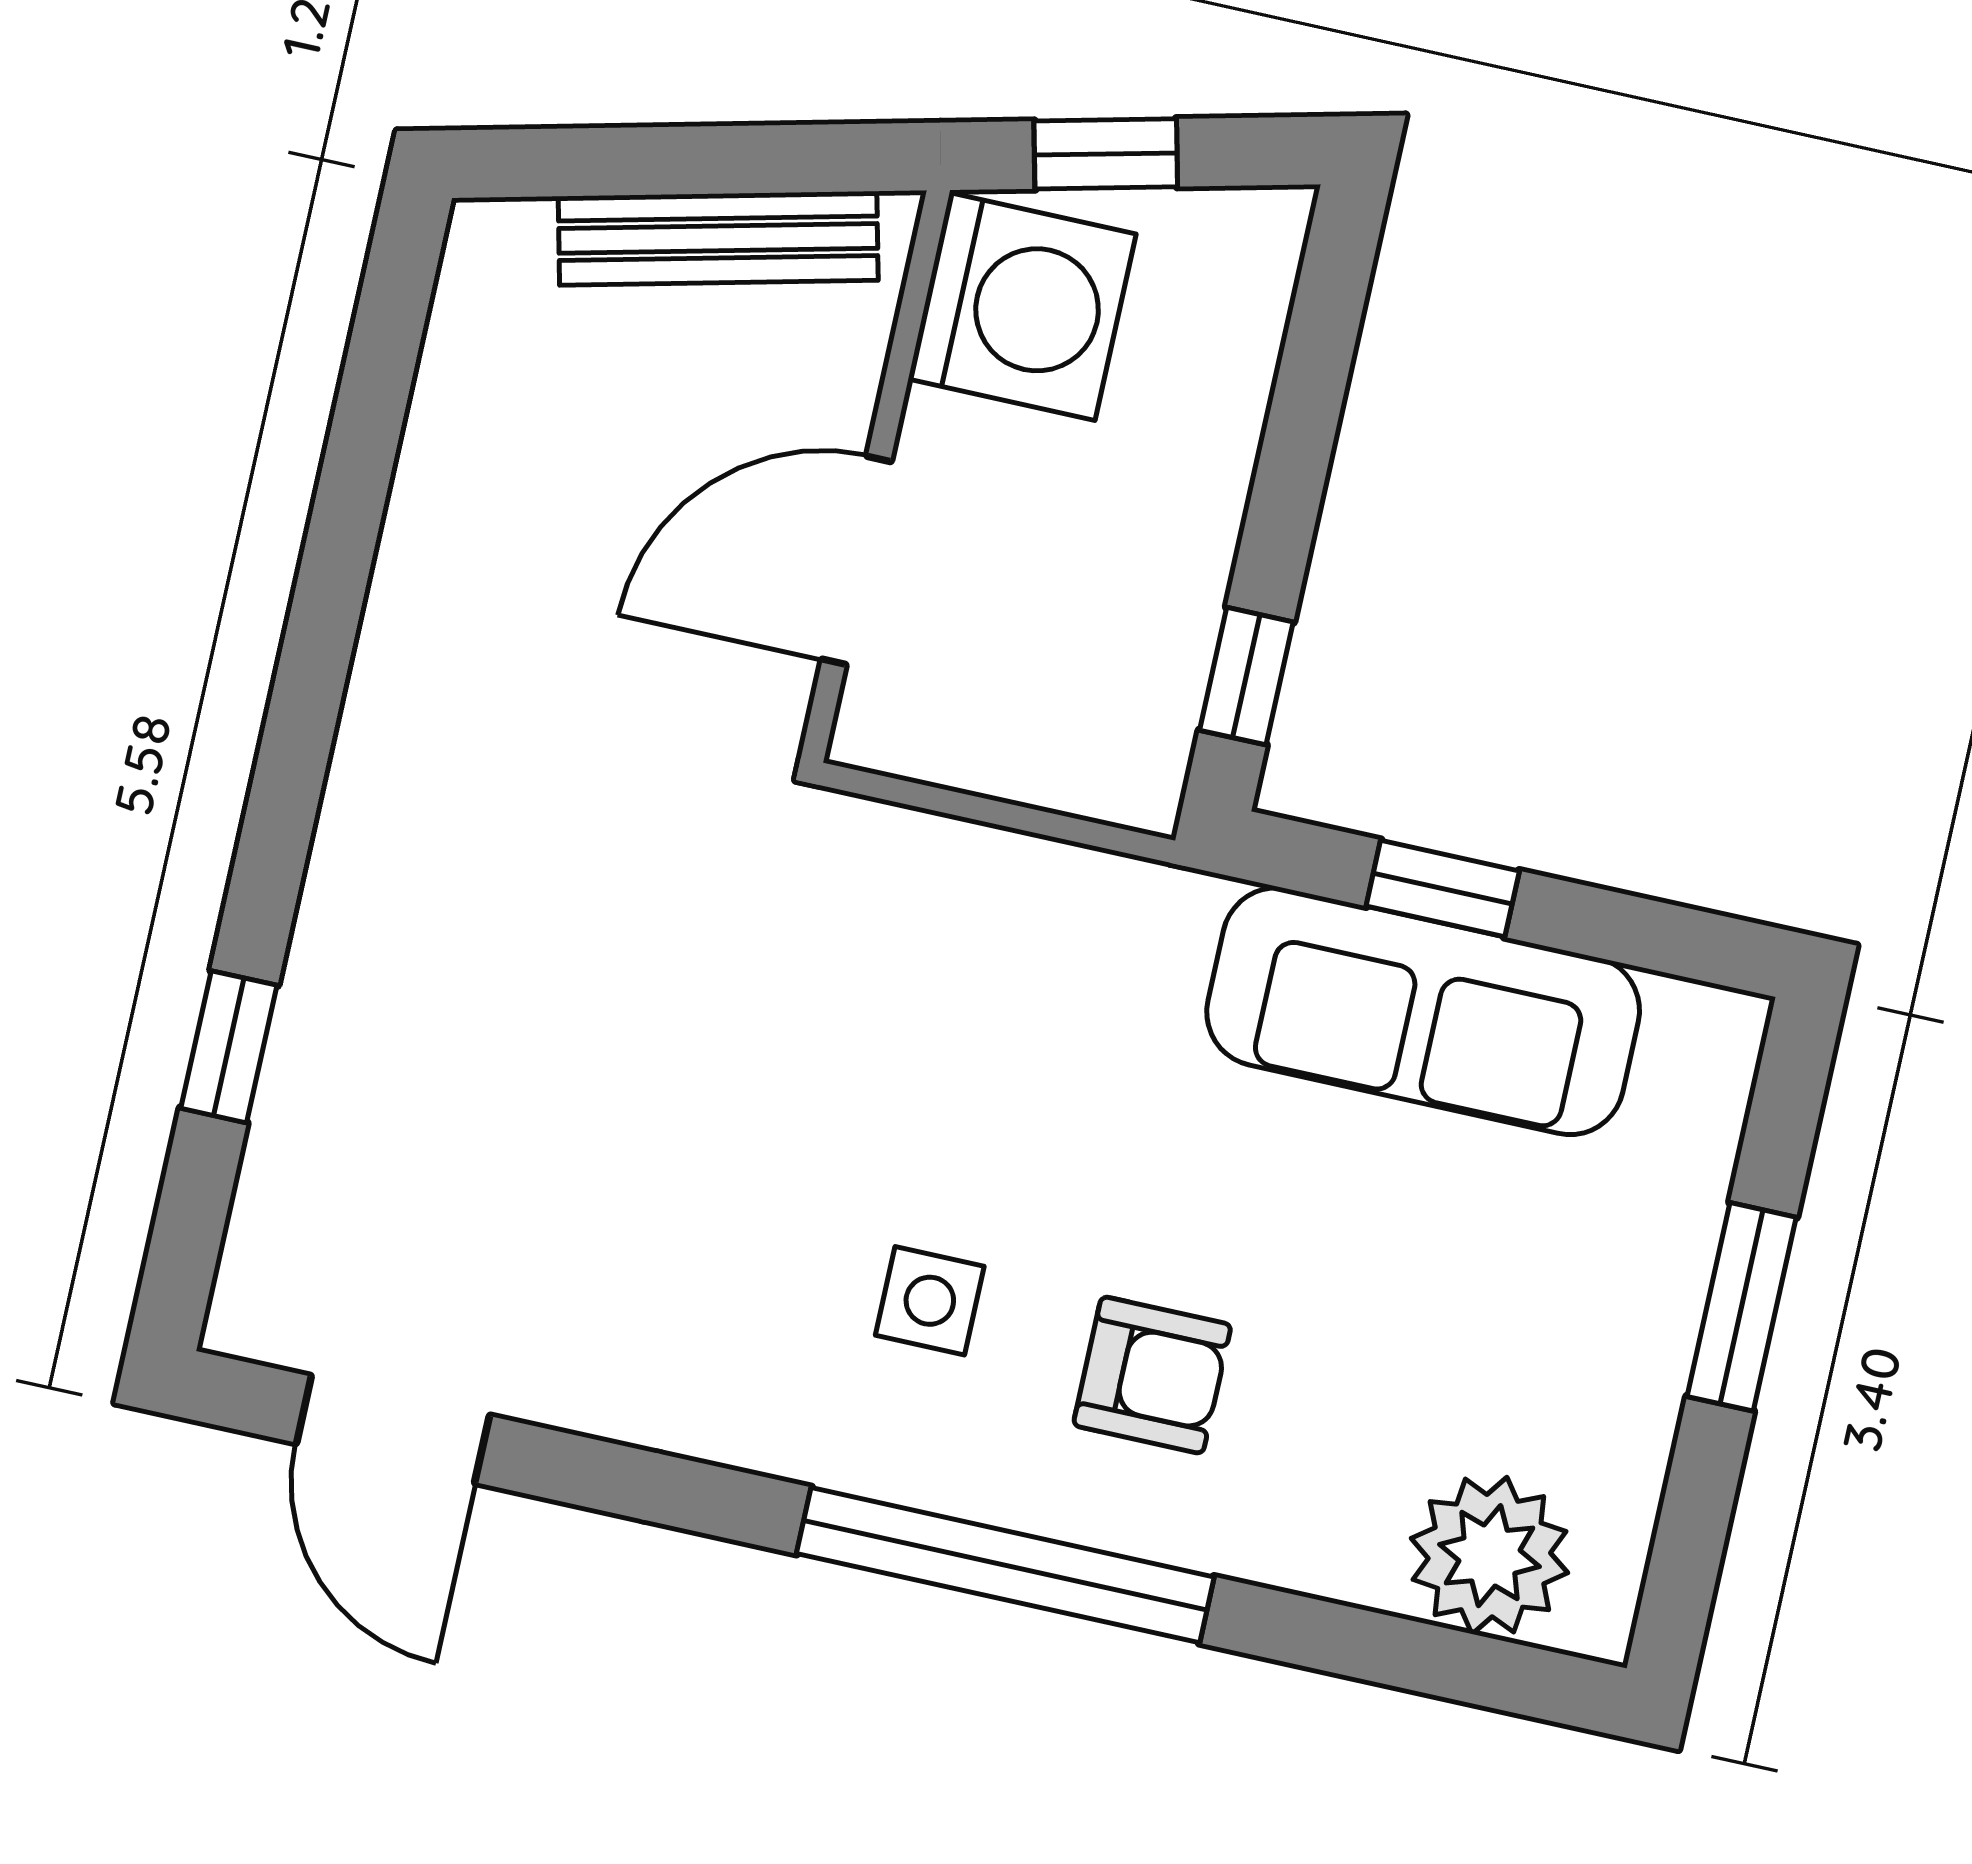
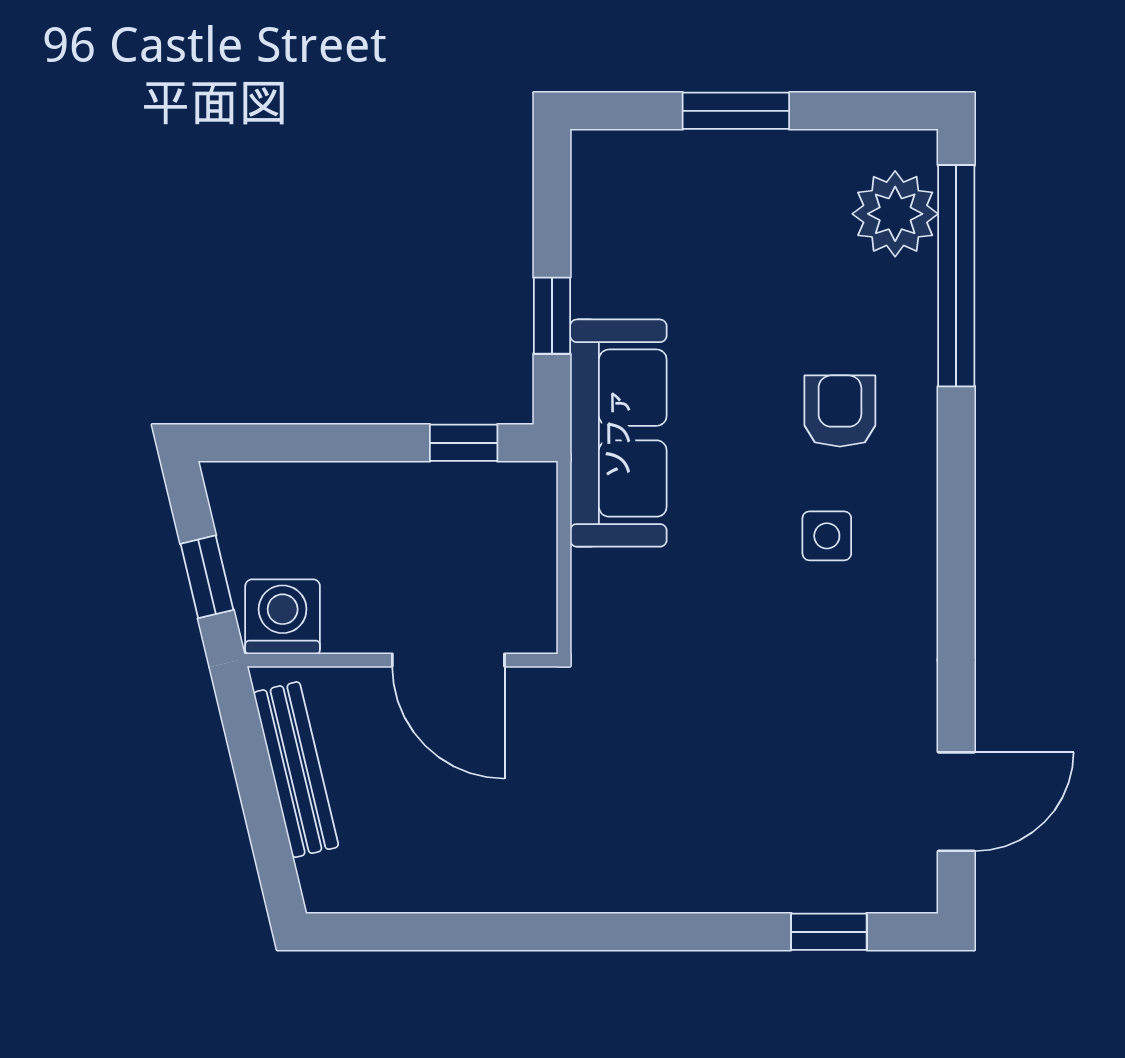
washing machine: (1022, 306) -> (283, 617), width x0.73, depth x0.73
sofa: (1423, 1011) -> (618, 433), moved
window: (229, 1047) -> (829, 932), moved
window: (1005, 1565) -> (956, 276), moved

